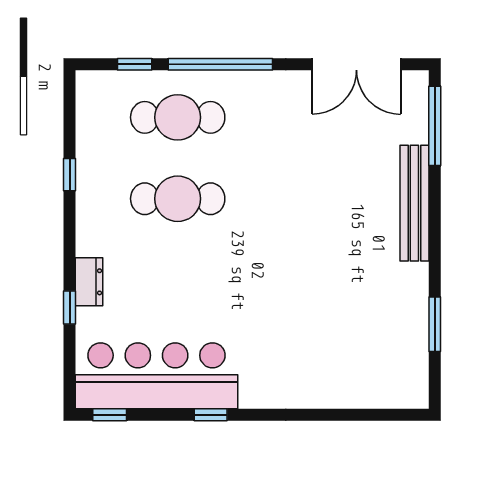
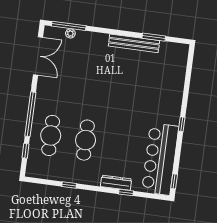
plant: (418, 132) -> (70, 33), added
bench: (414, 203) -> (134, 43), moved
dresser: (89, 282) -> (116, 183), width x1.44
window: (211, 415) -> (182, 124), moved

